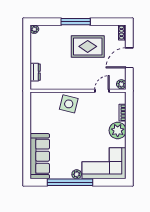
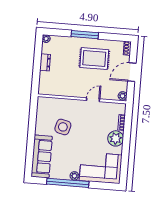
dresser: (35, 72) -> (45, 62), moved
door: (102, 91) -> (93, 100), moved
side table: (69, 104) -> (63, 127), moved

